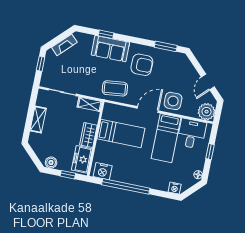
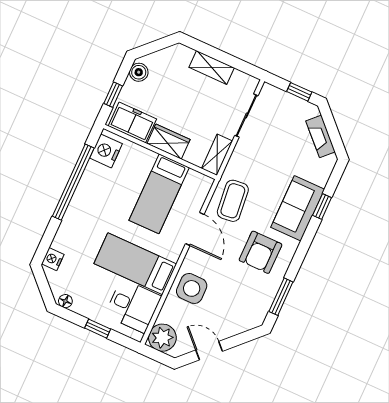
door: (148, 110) -> (195, 229), moved

